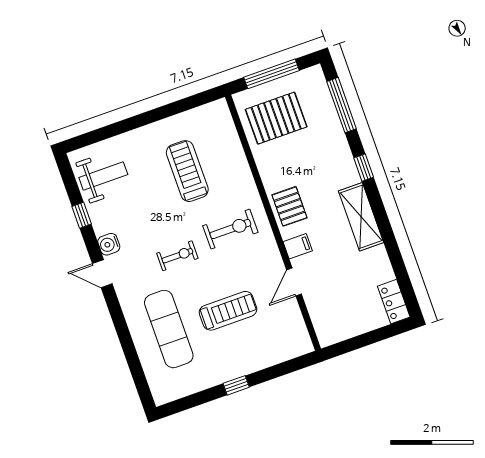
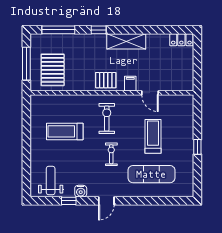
water cooler: (109, 244) -> (81, 191), moved

